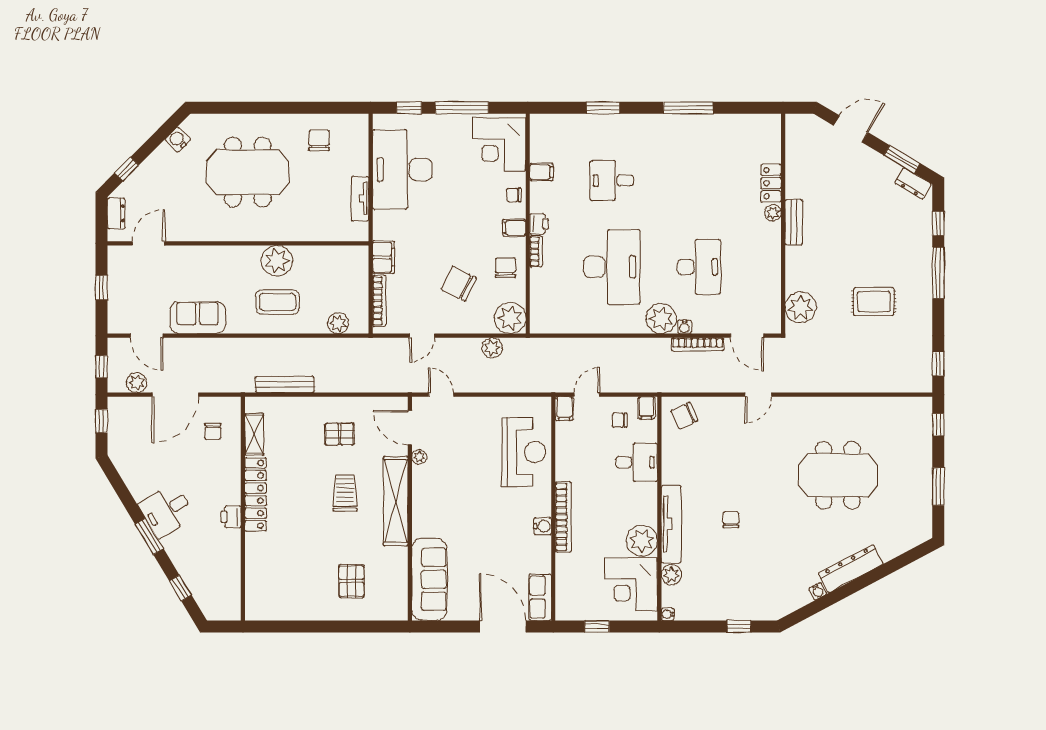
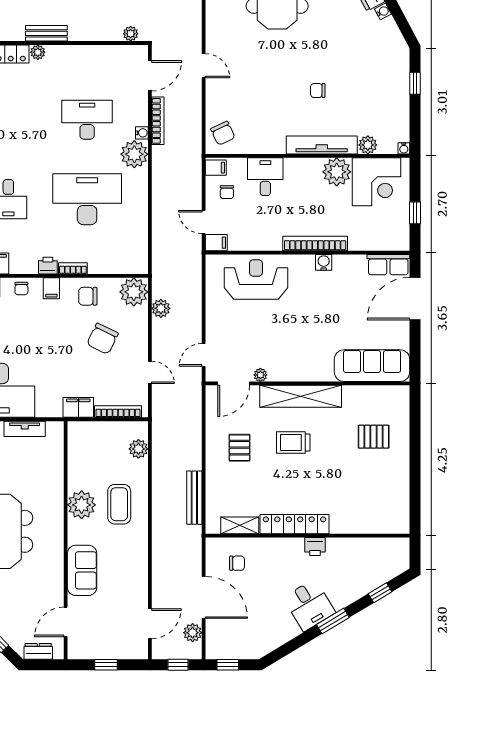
door: (148, 243) -> (66, 622), hinge flipped
plant: (801, 307) -> (131, 34), width x0.53, depth x0.53
sofa: (198, 318) -> (82, 570), moved, turned 180

